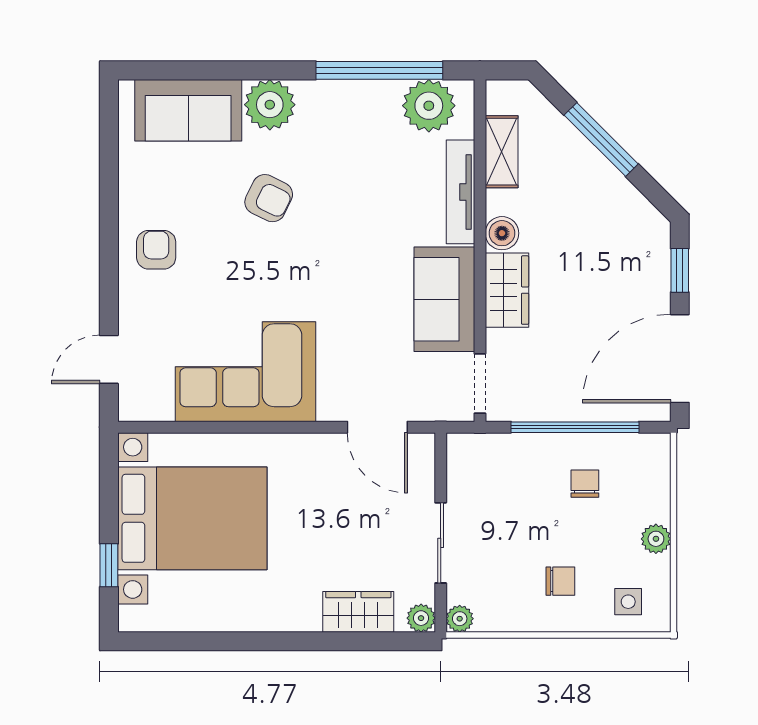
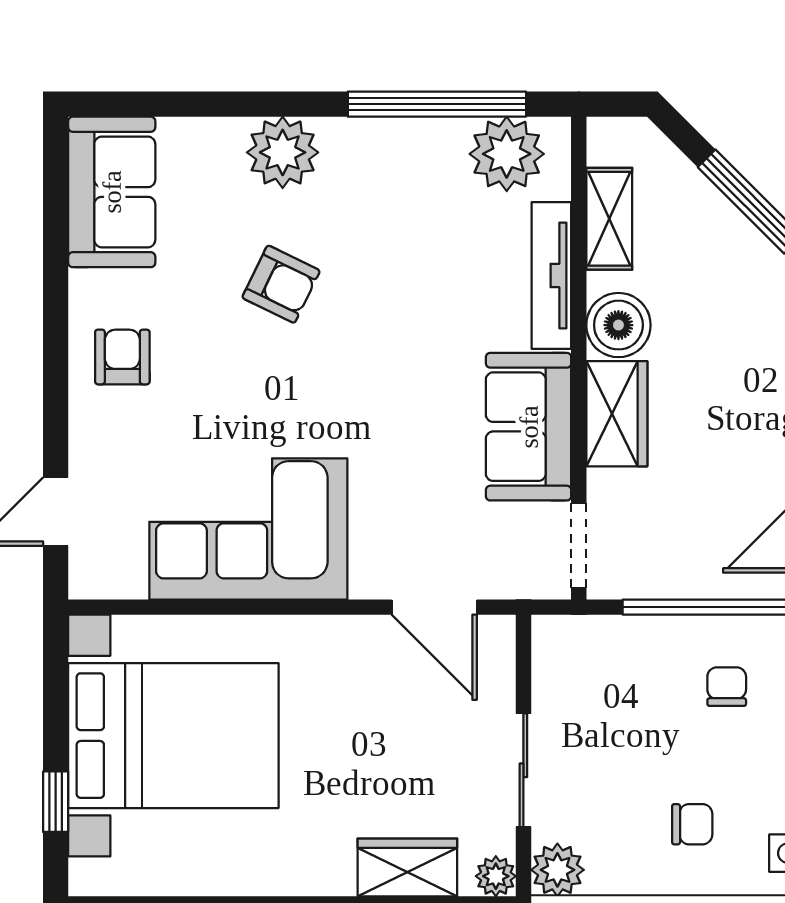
sofa: (188, 110) -> (112, 192), moved, turned -90
boiler: (502, 233) -> (618, 325), width x1.36, depth x1.36
plant: (460, 619) -> (557, 870), width x1.38, depth x1.38

